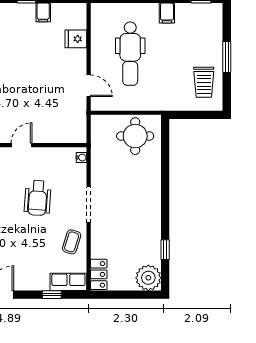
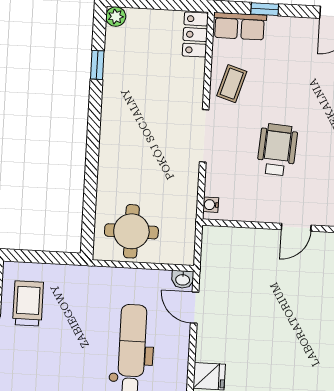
washbasin: (98, 105) -> (183, 279), added
plant: (148, 278) -> (116, 17), width x0.53, depth x0.53

